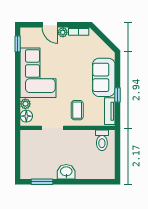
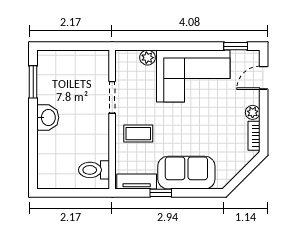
door: (50, 25) -> (264, 78), moved
floor lamp: (26, 116) -> (129, 59), removed

